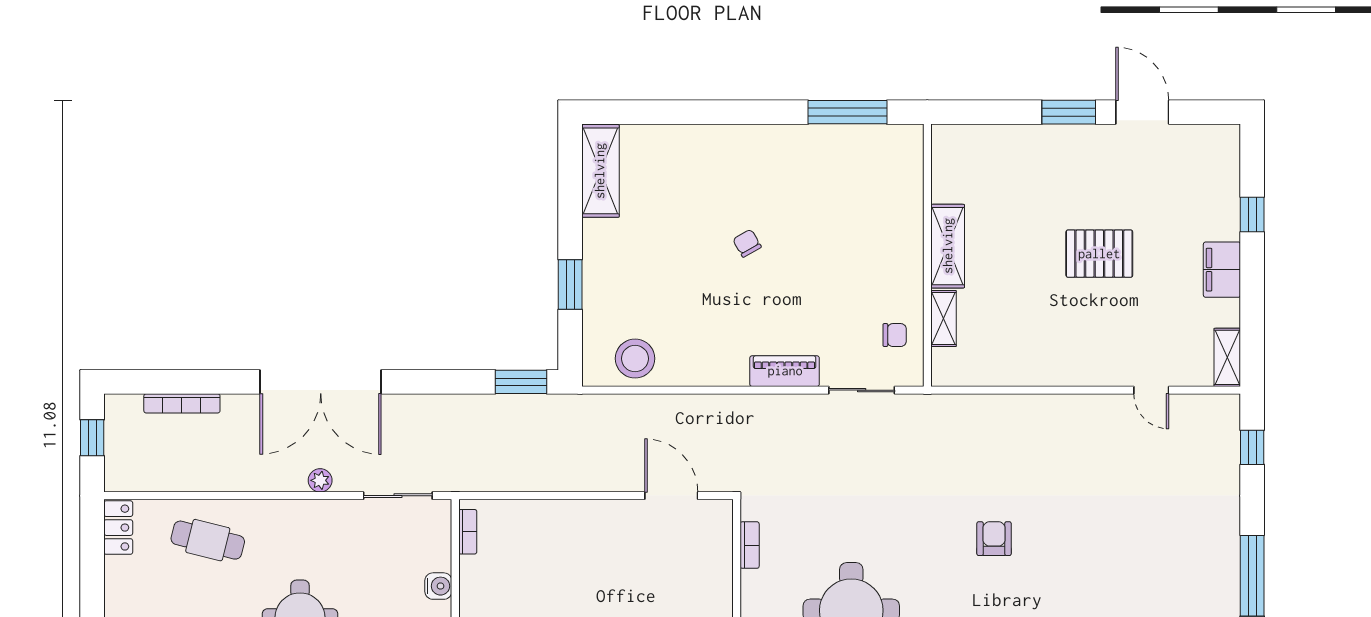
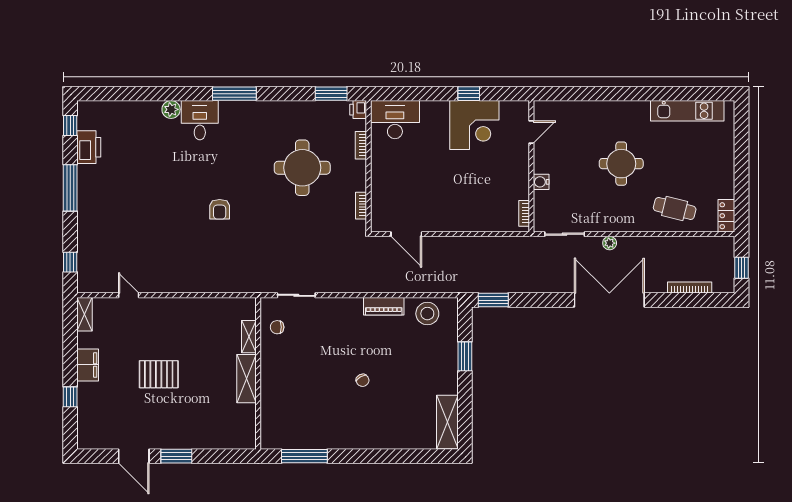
piano: (785, 371) -> (384, 306), moved

